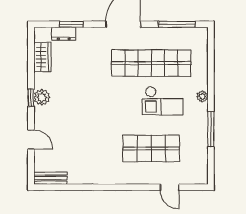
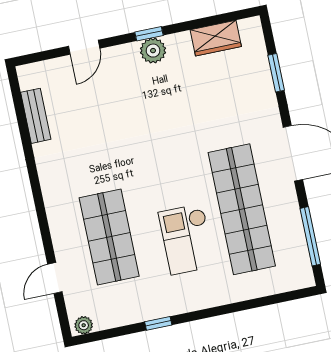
dresser: (64, 34) -> (259, 64), removed
plant: (202, 96) -> (84, 325), moved
window: (211, 129) -> (158, 323), width x0.46
bench: (50, 178) -> (36, 116), moved

